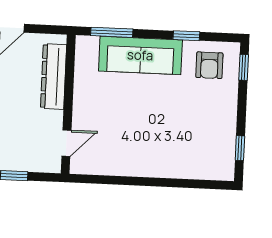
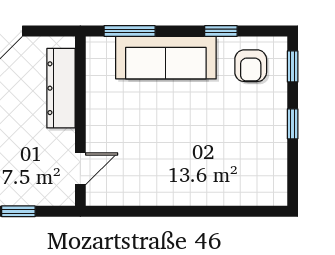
window: (240, 148) -> (293, 124), moved

